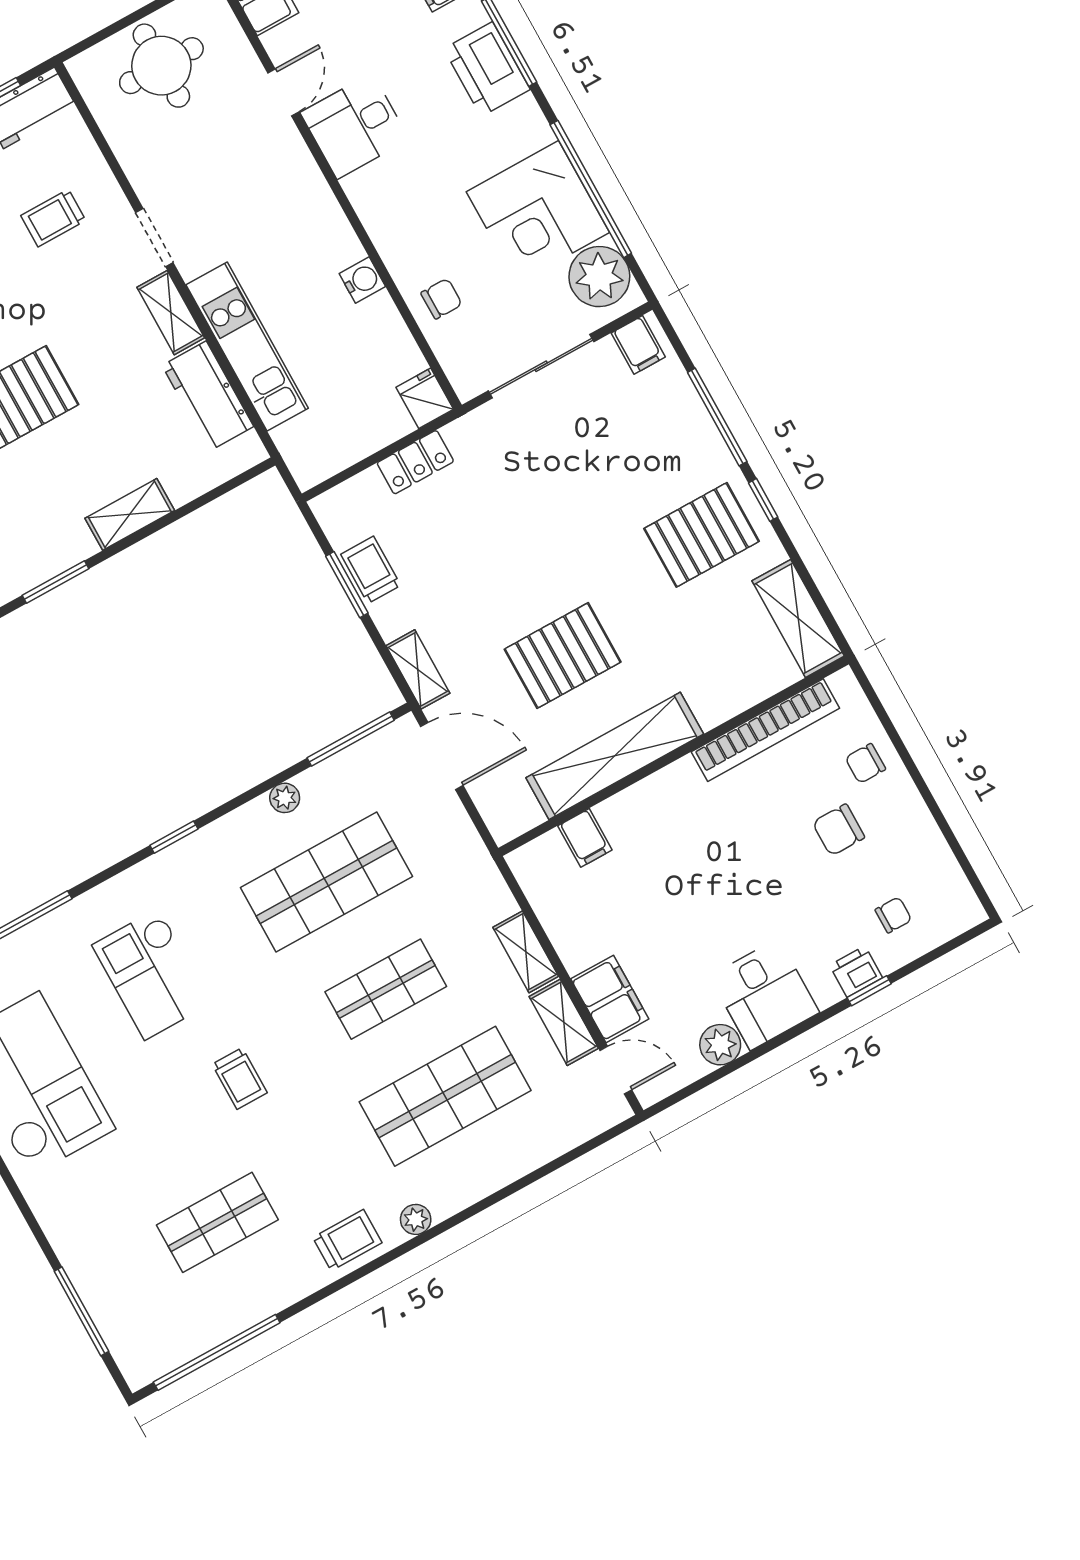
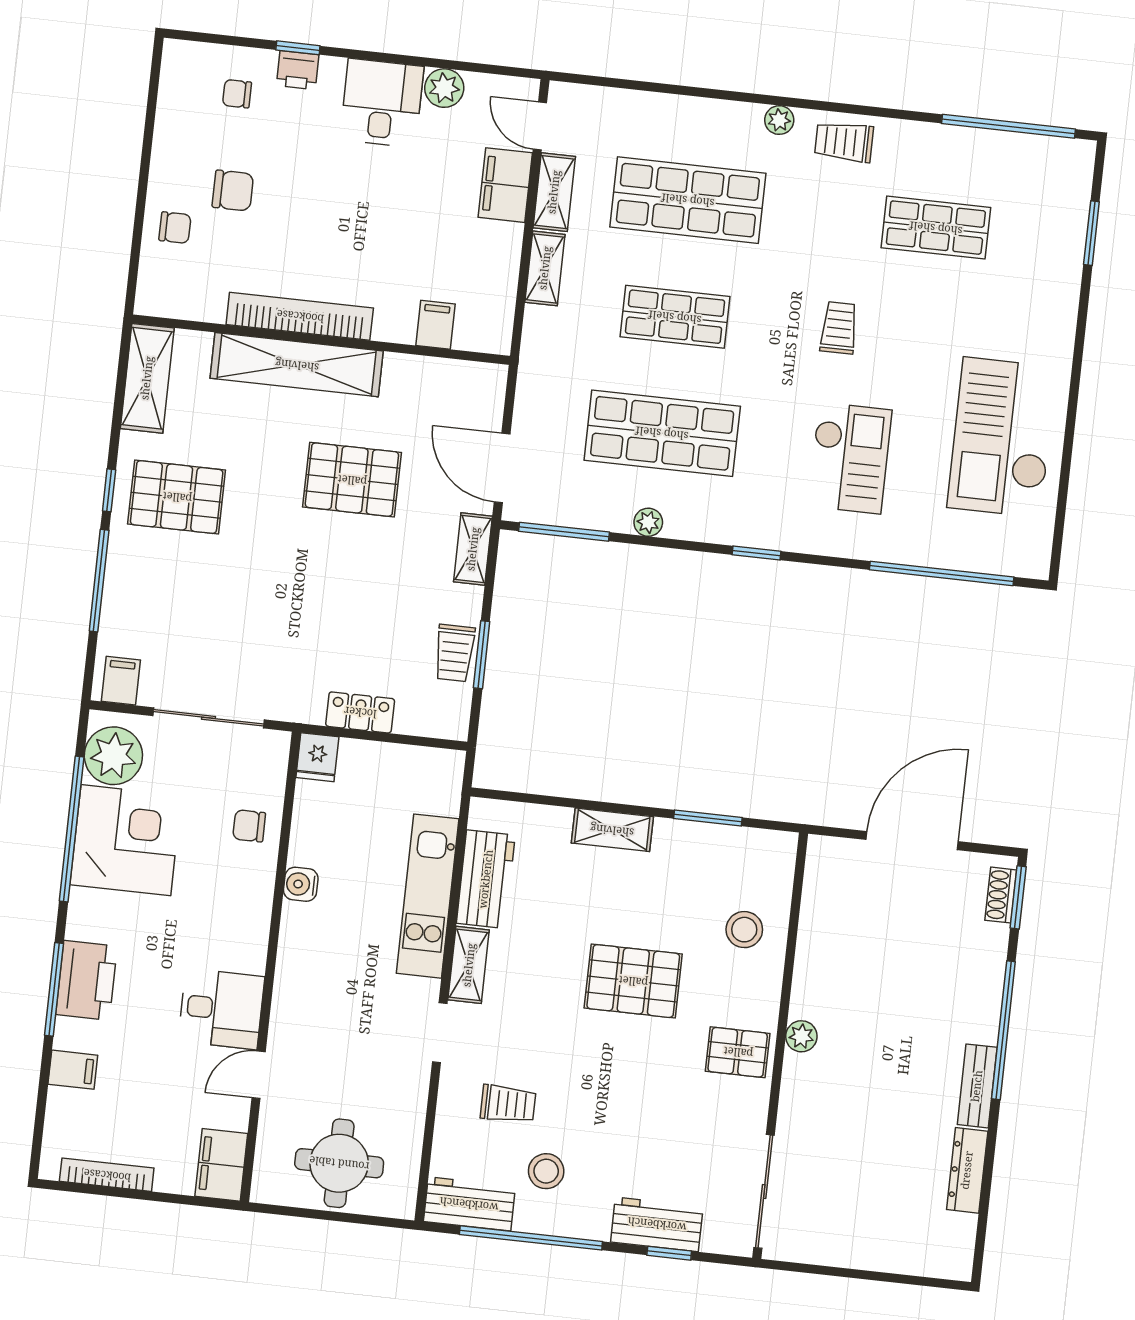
bookcase: (765, 730) -> (300, 316), moved
shelving: (615, 756) -> (297, 365), moved
window: (81, 1311) -> (1091, 233), width x0.69

